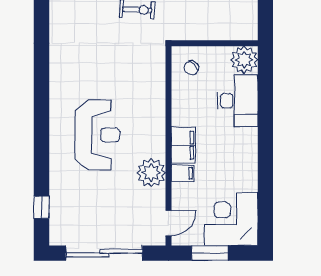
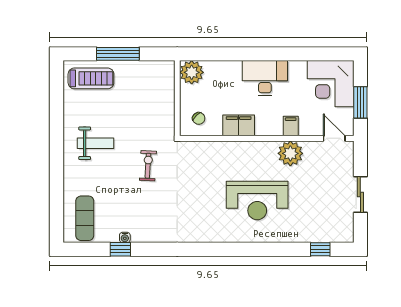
desk: (238, 101) -> (265, 78), moved
reception desk: (97, 135) -> (257, 201), turned 180
filing cabinet: (183, 145) -> (239, 125), moved
sliding door: (104, 253) -> (360, 195), width x0.54

